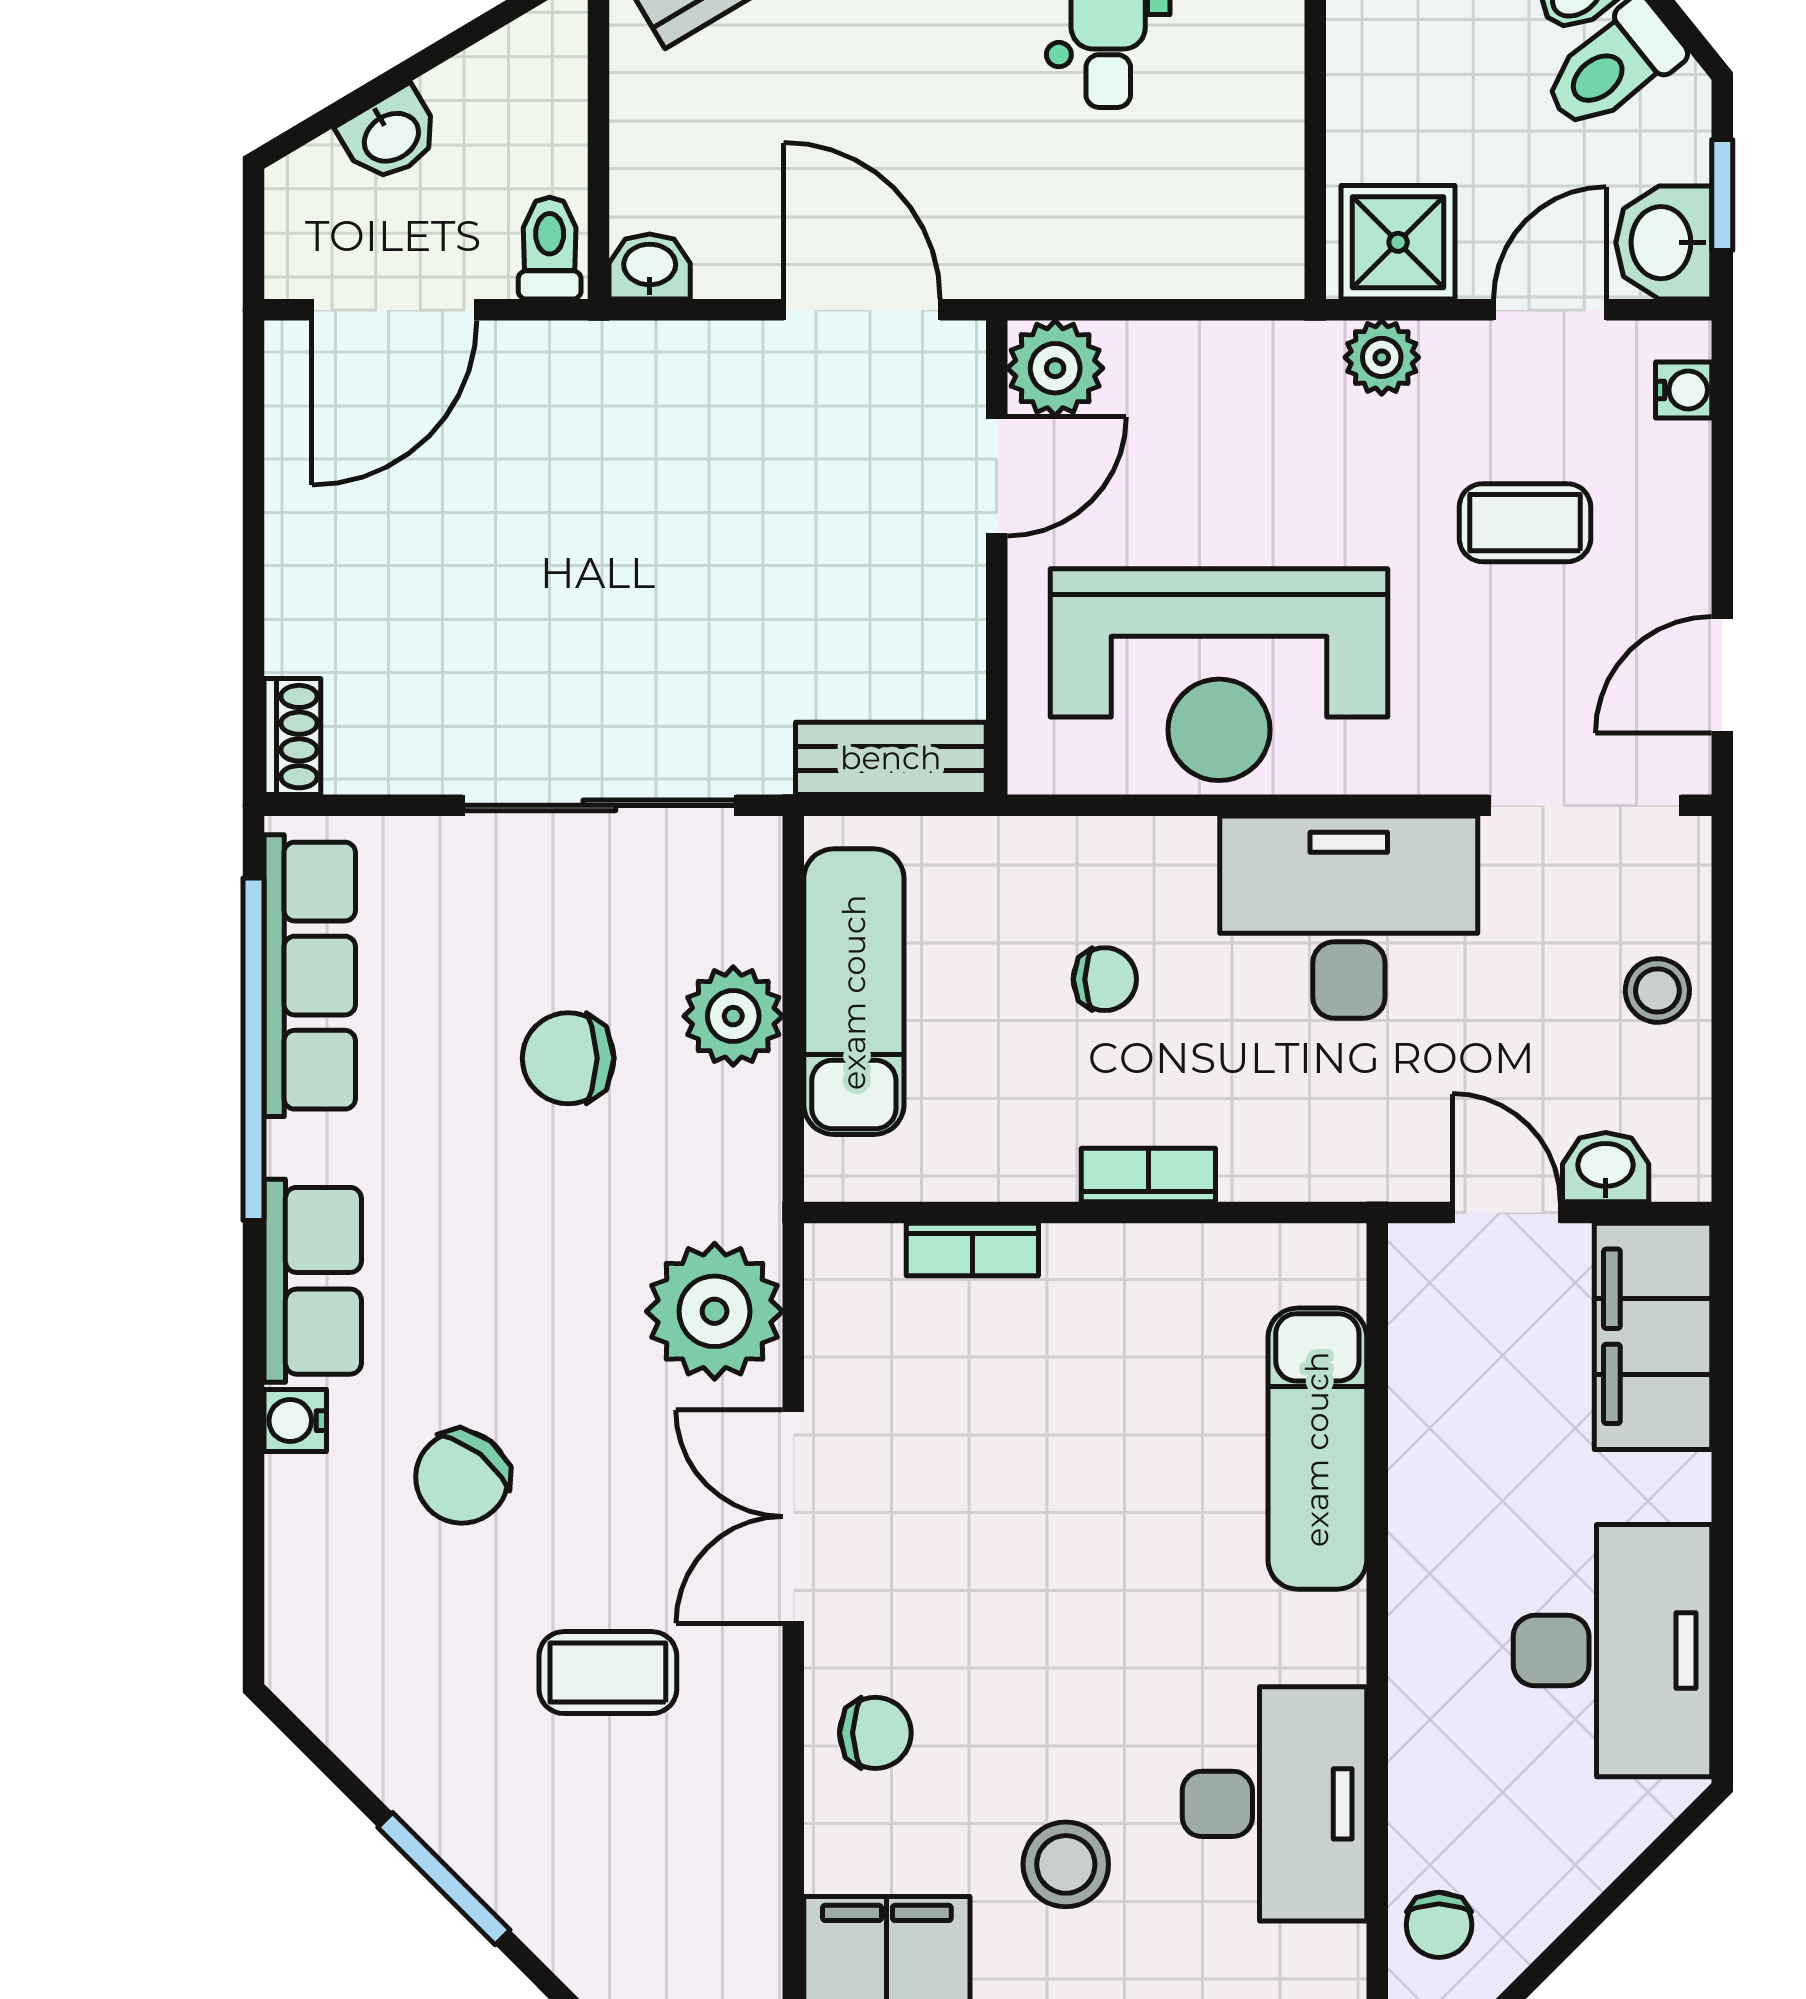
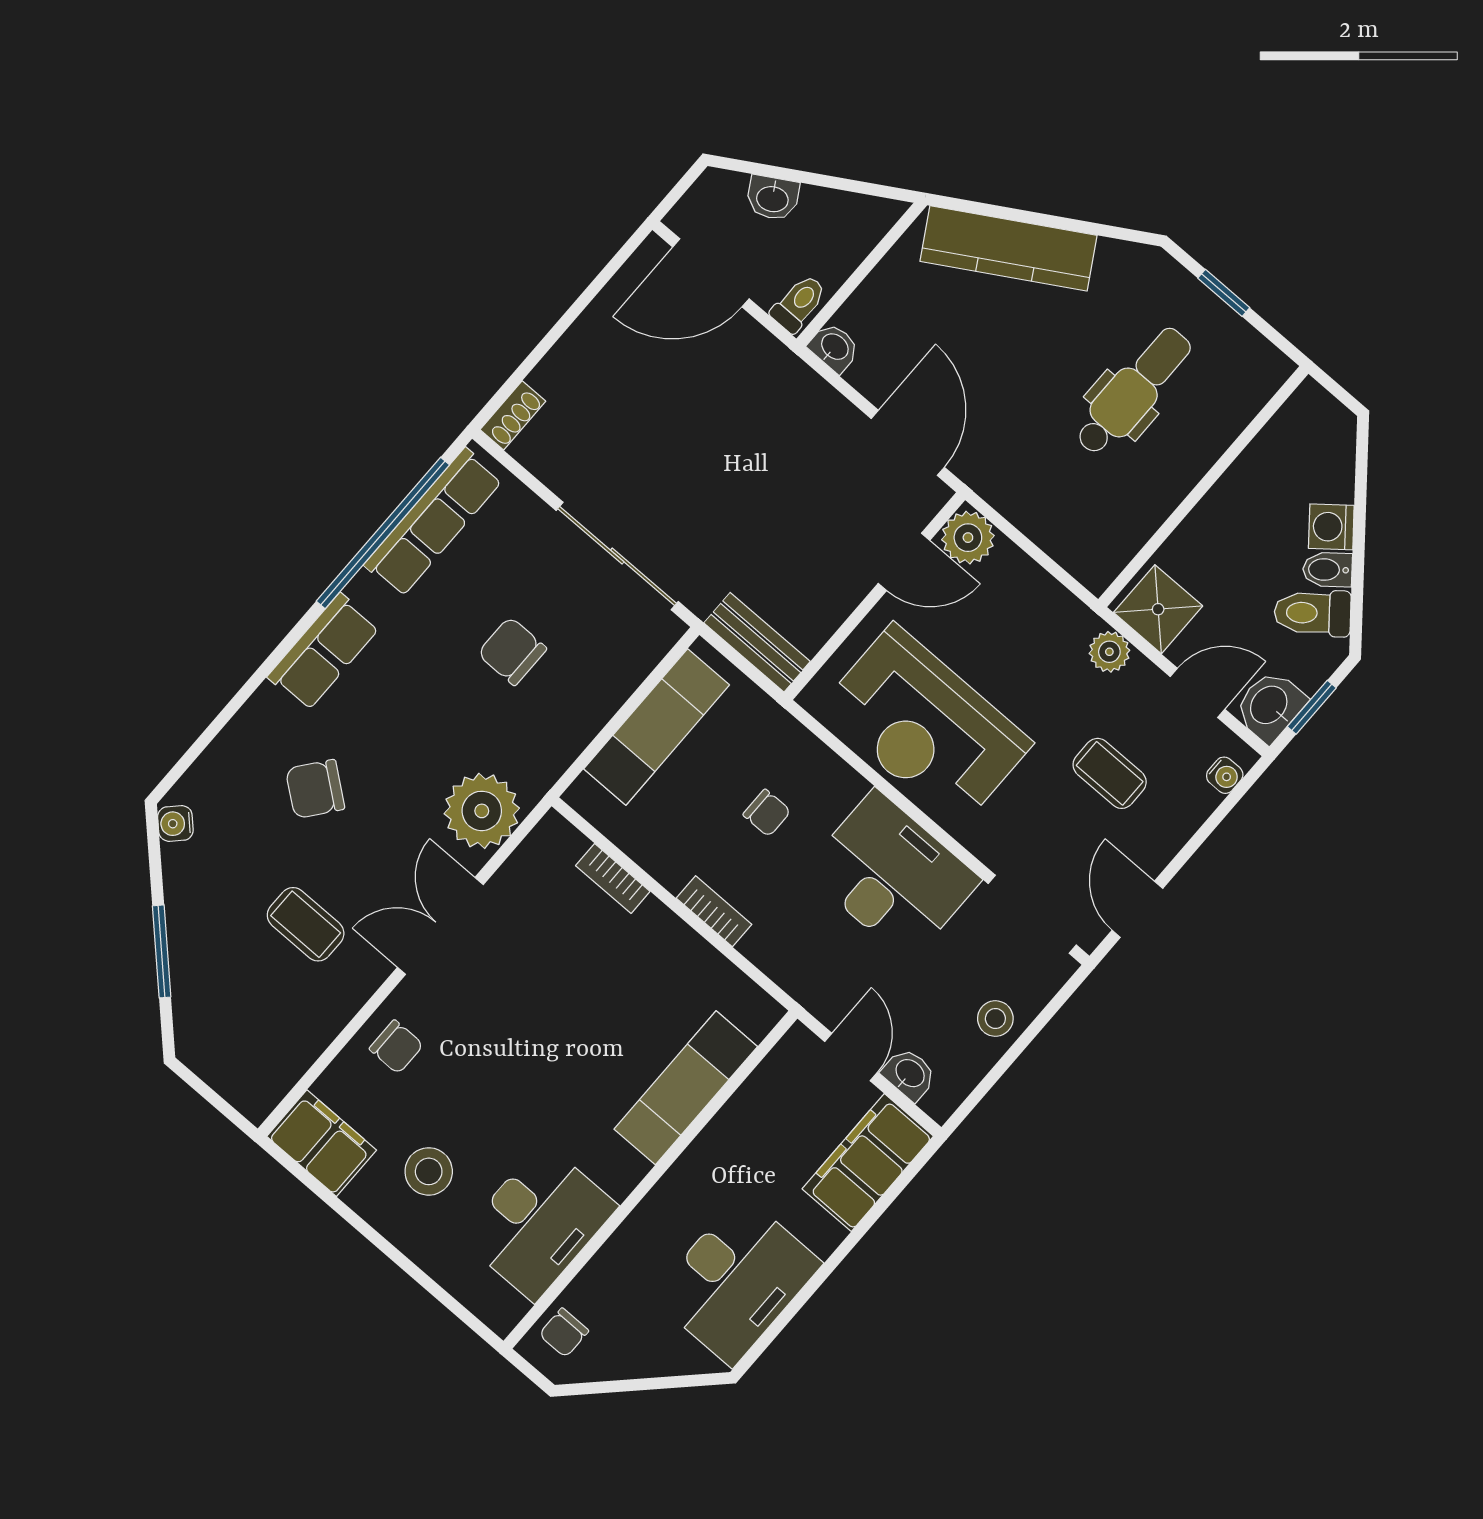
door: (1722, 675) -> (1137, 909), hinge flipped
plant: (733, 1016) -> (597, 693), removed
water cooler: (295, 1421) -> (175, 823), moved, turned -45

